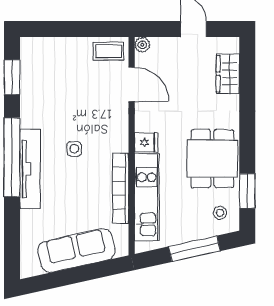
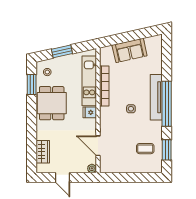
coffee table: (108, 51) -> (145, 149), moved
window: (194, 249) -> (62, 51), width x0.69
sofa: (77, 250) -> (130, 50), width x0.73

